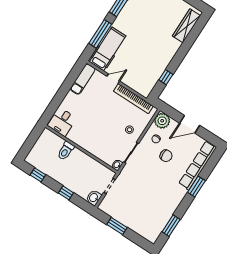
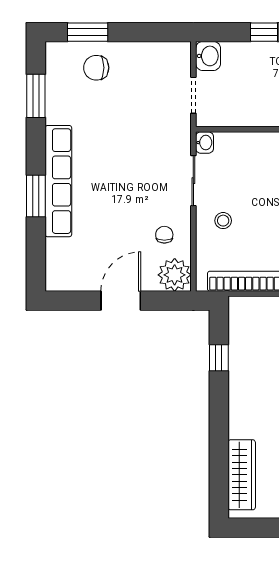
chair: (166, 156) -> (96, 68), moved
row of seats: (198, 165) -> (58, 181), moved
window: (117, 226) -> (88, 32), moved

